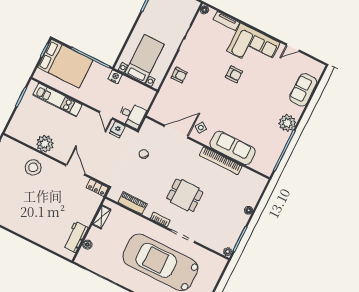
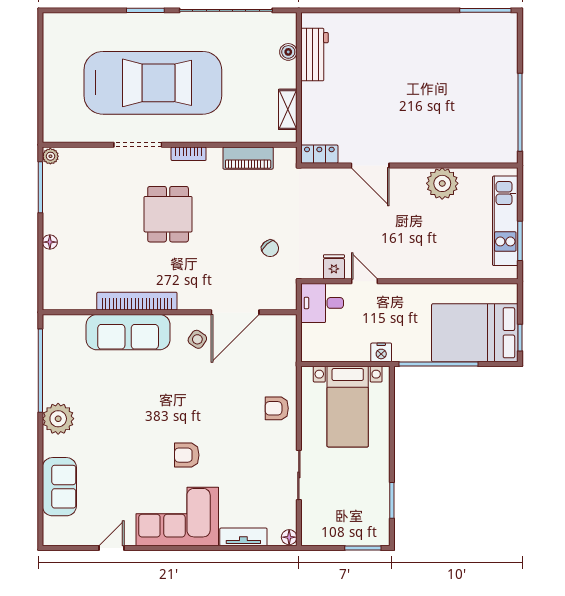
kitchen unit: (57, 100) -> (505, 221), moved, turned -90
stool: (33, 167) -> (442, 135), removed
dining table: (185, 195) -> (168, 214), turned 90

